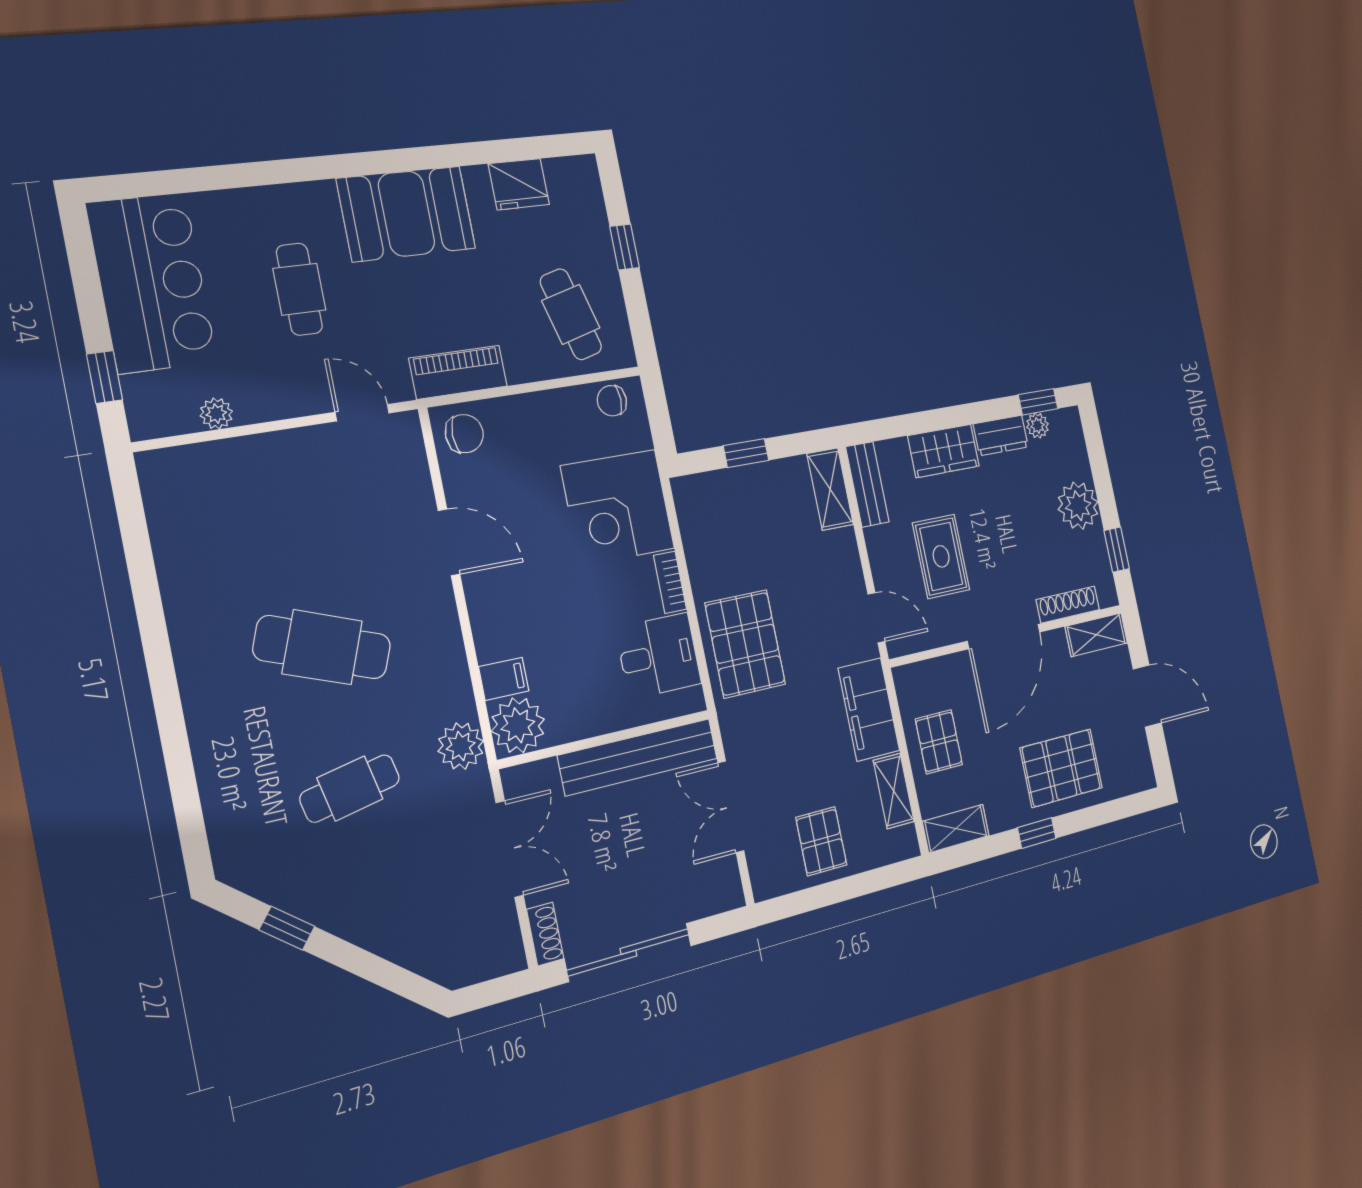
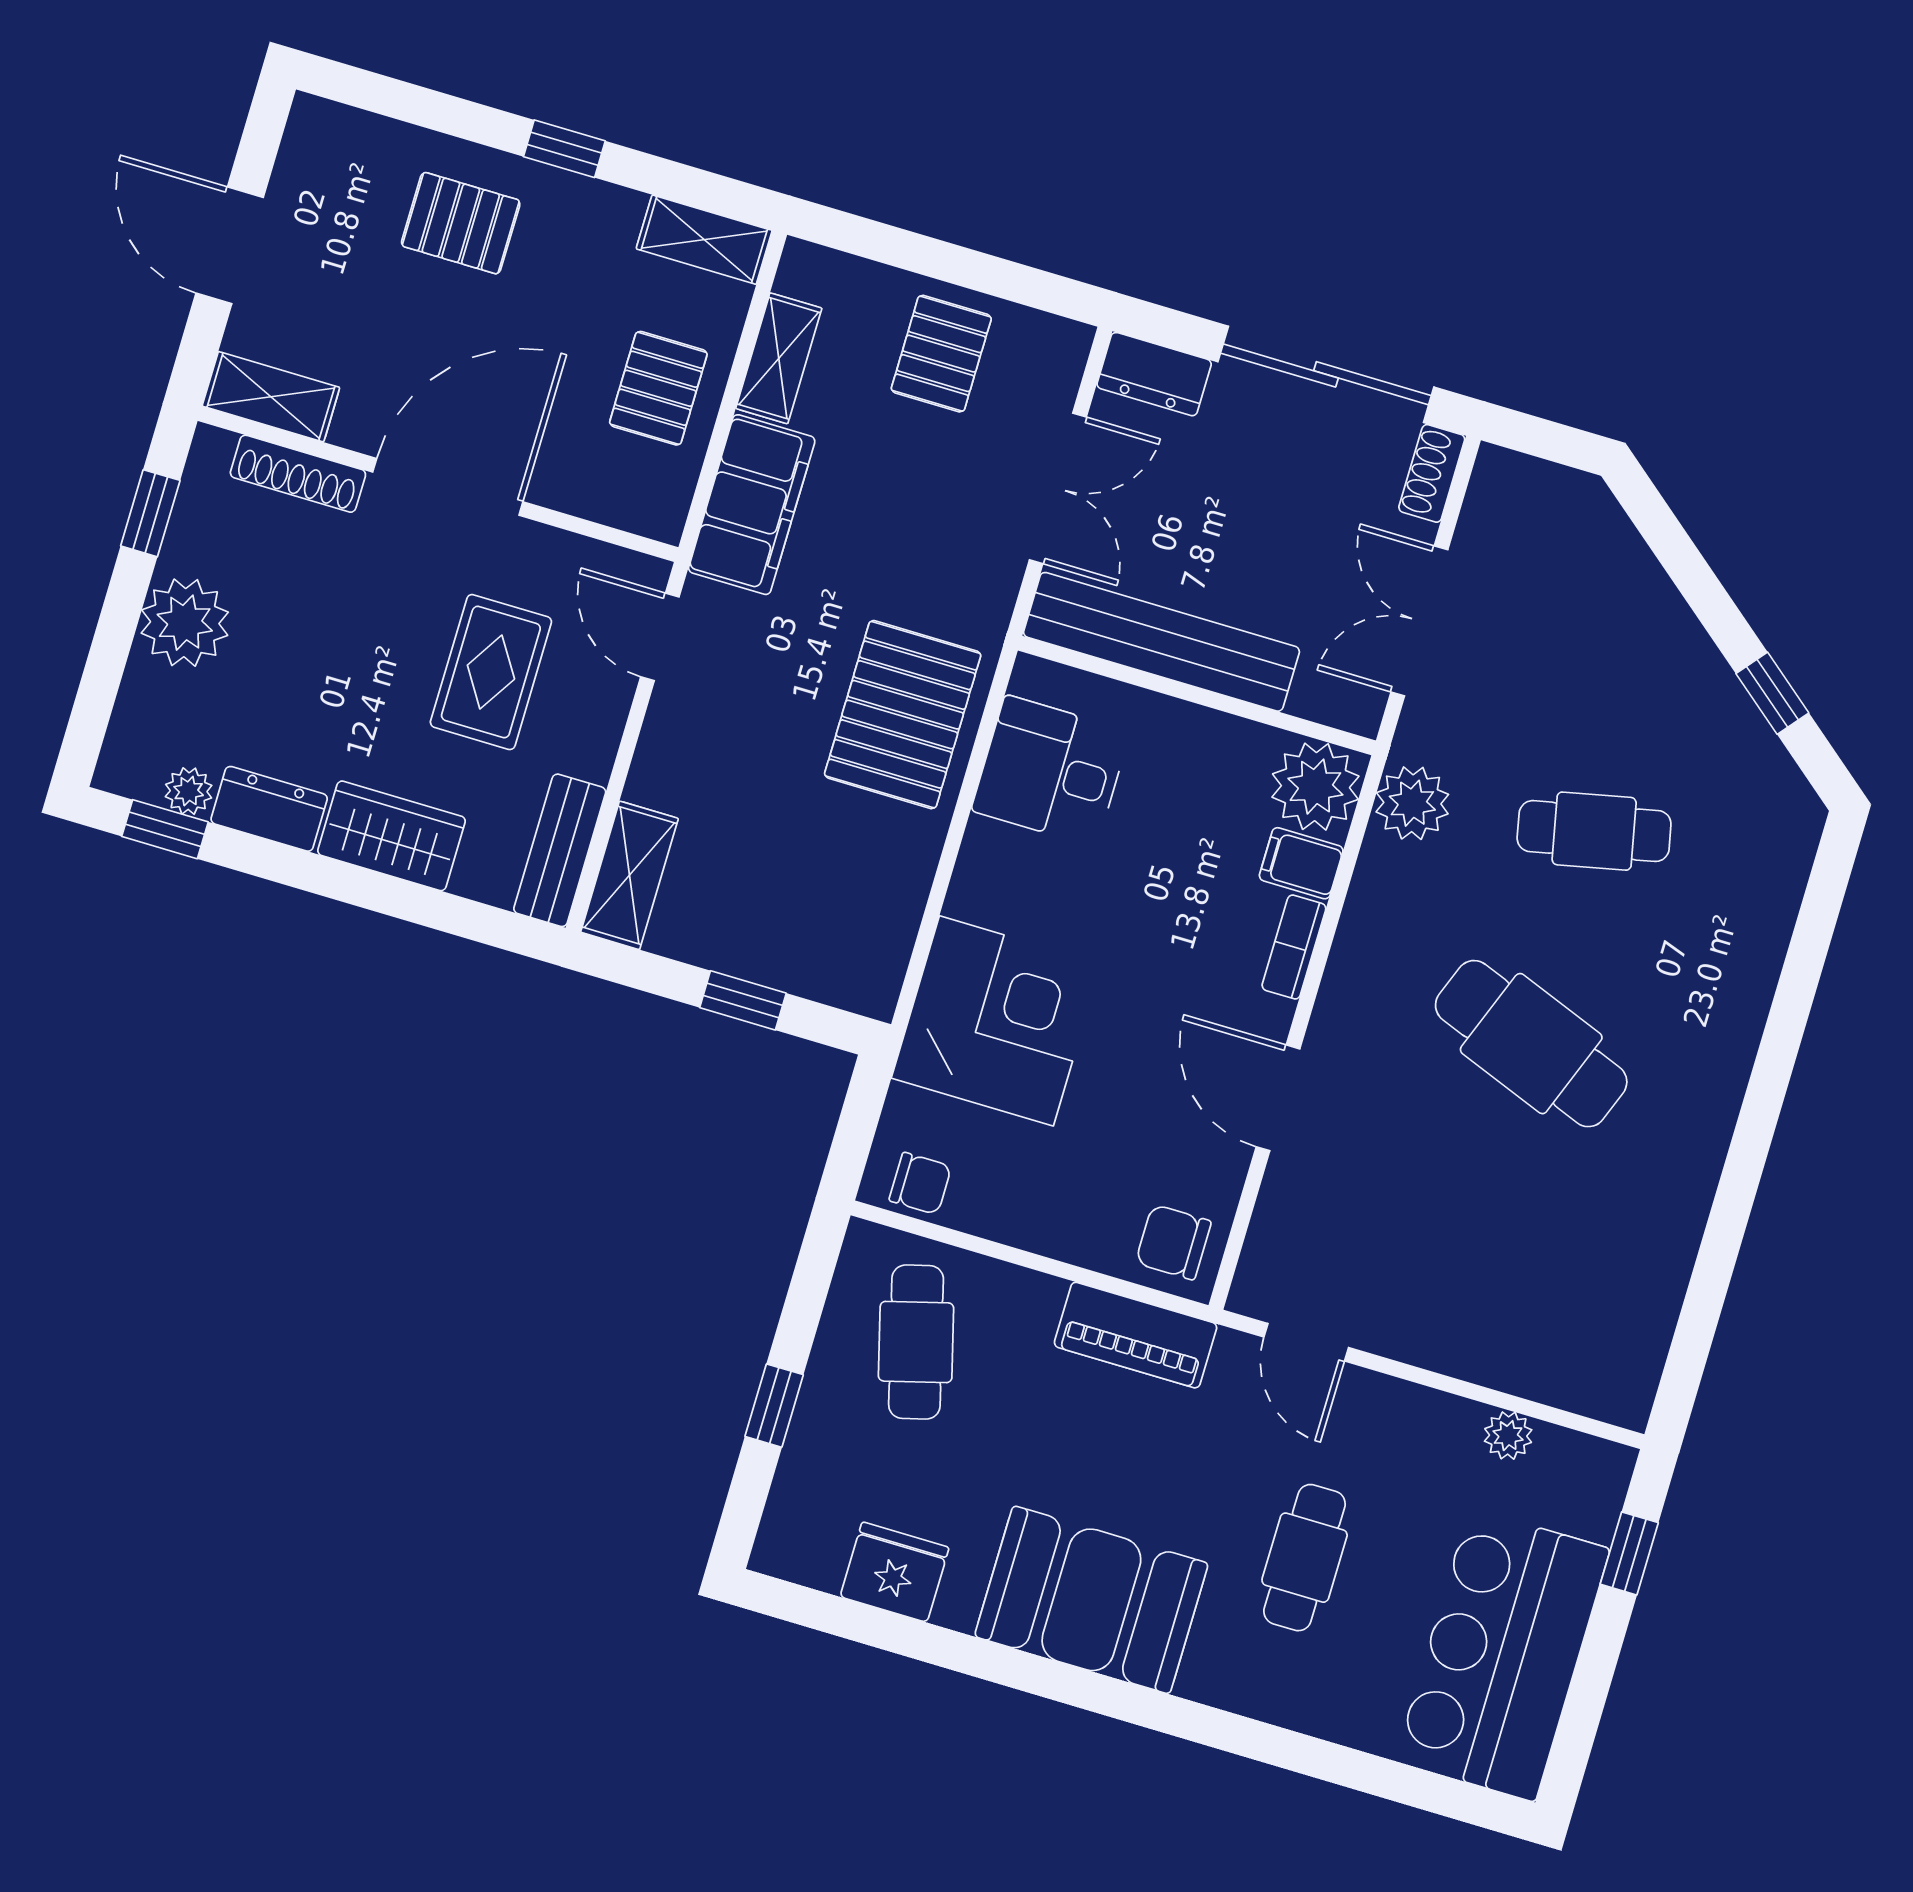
bookcase: (670, 582) -> (1294, 947), moved, turned 180
pallet: (1061, 768) -> (461, 223), width x0.67, depth x0.71
dresser: (715, 897) -> (1154, 374), added

